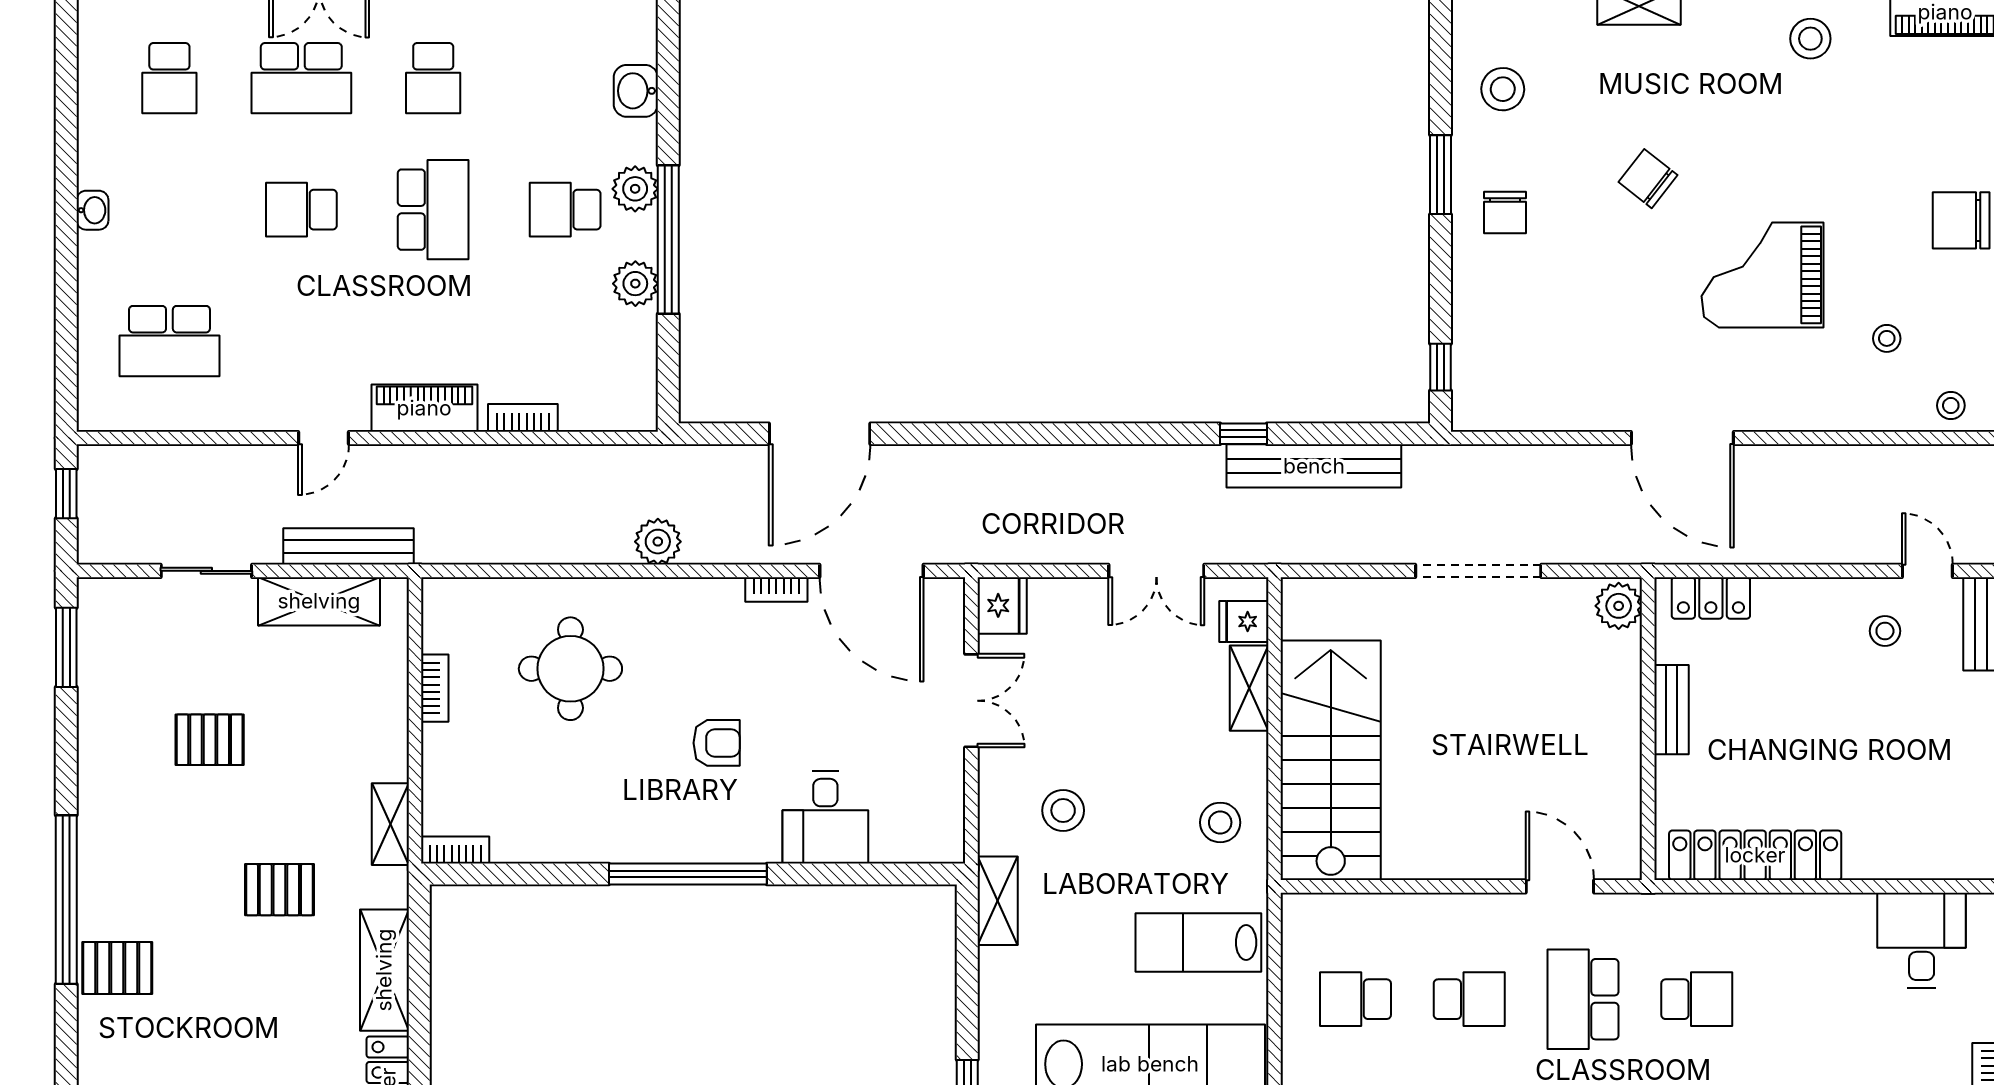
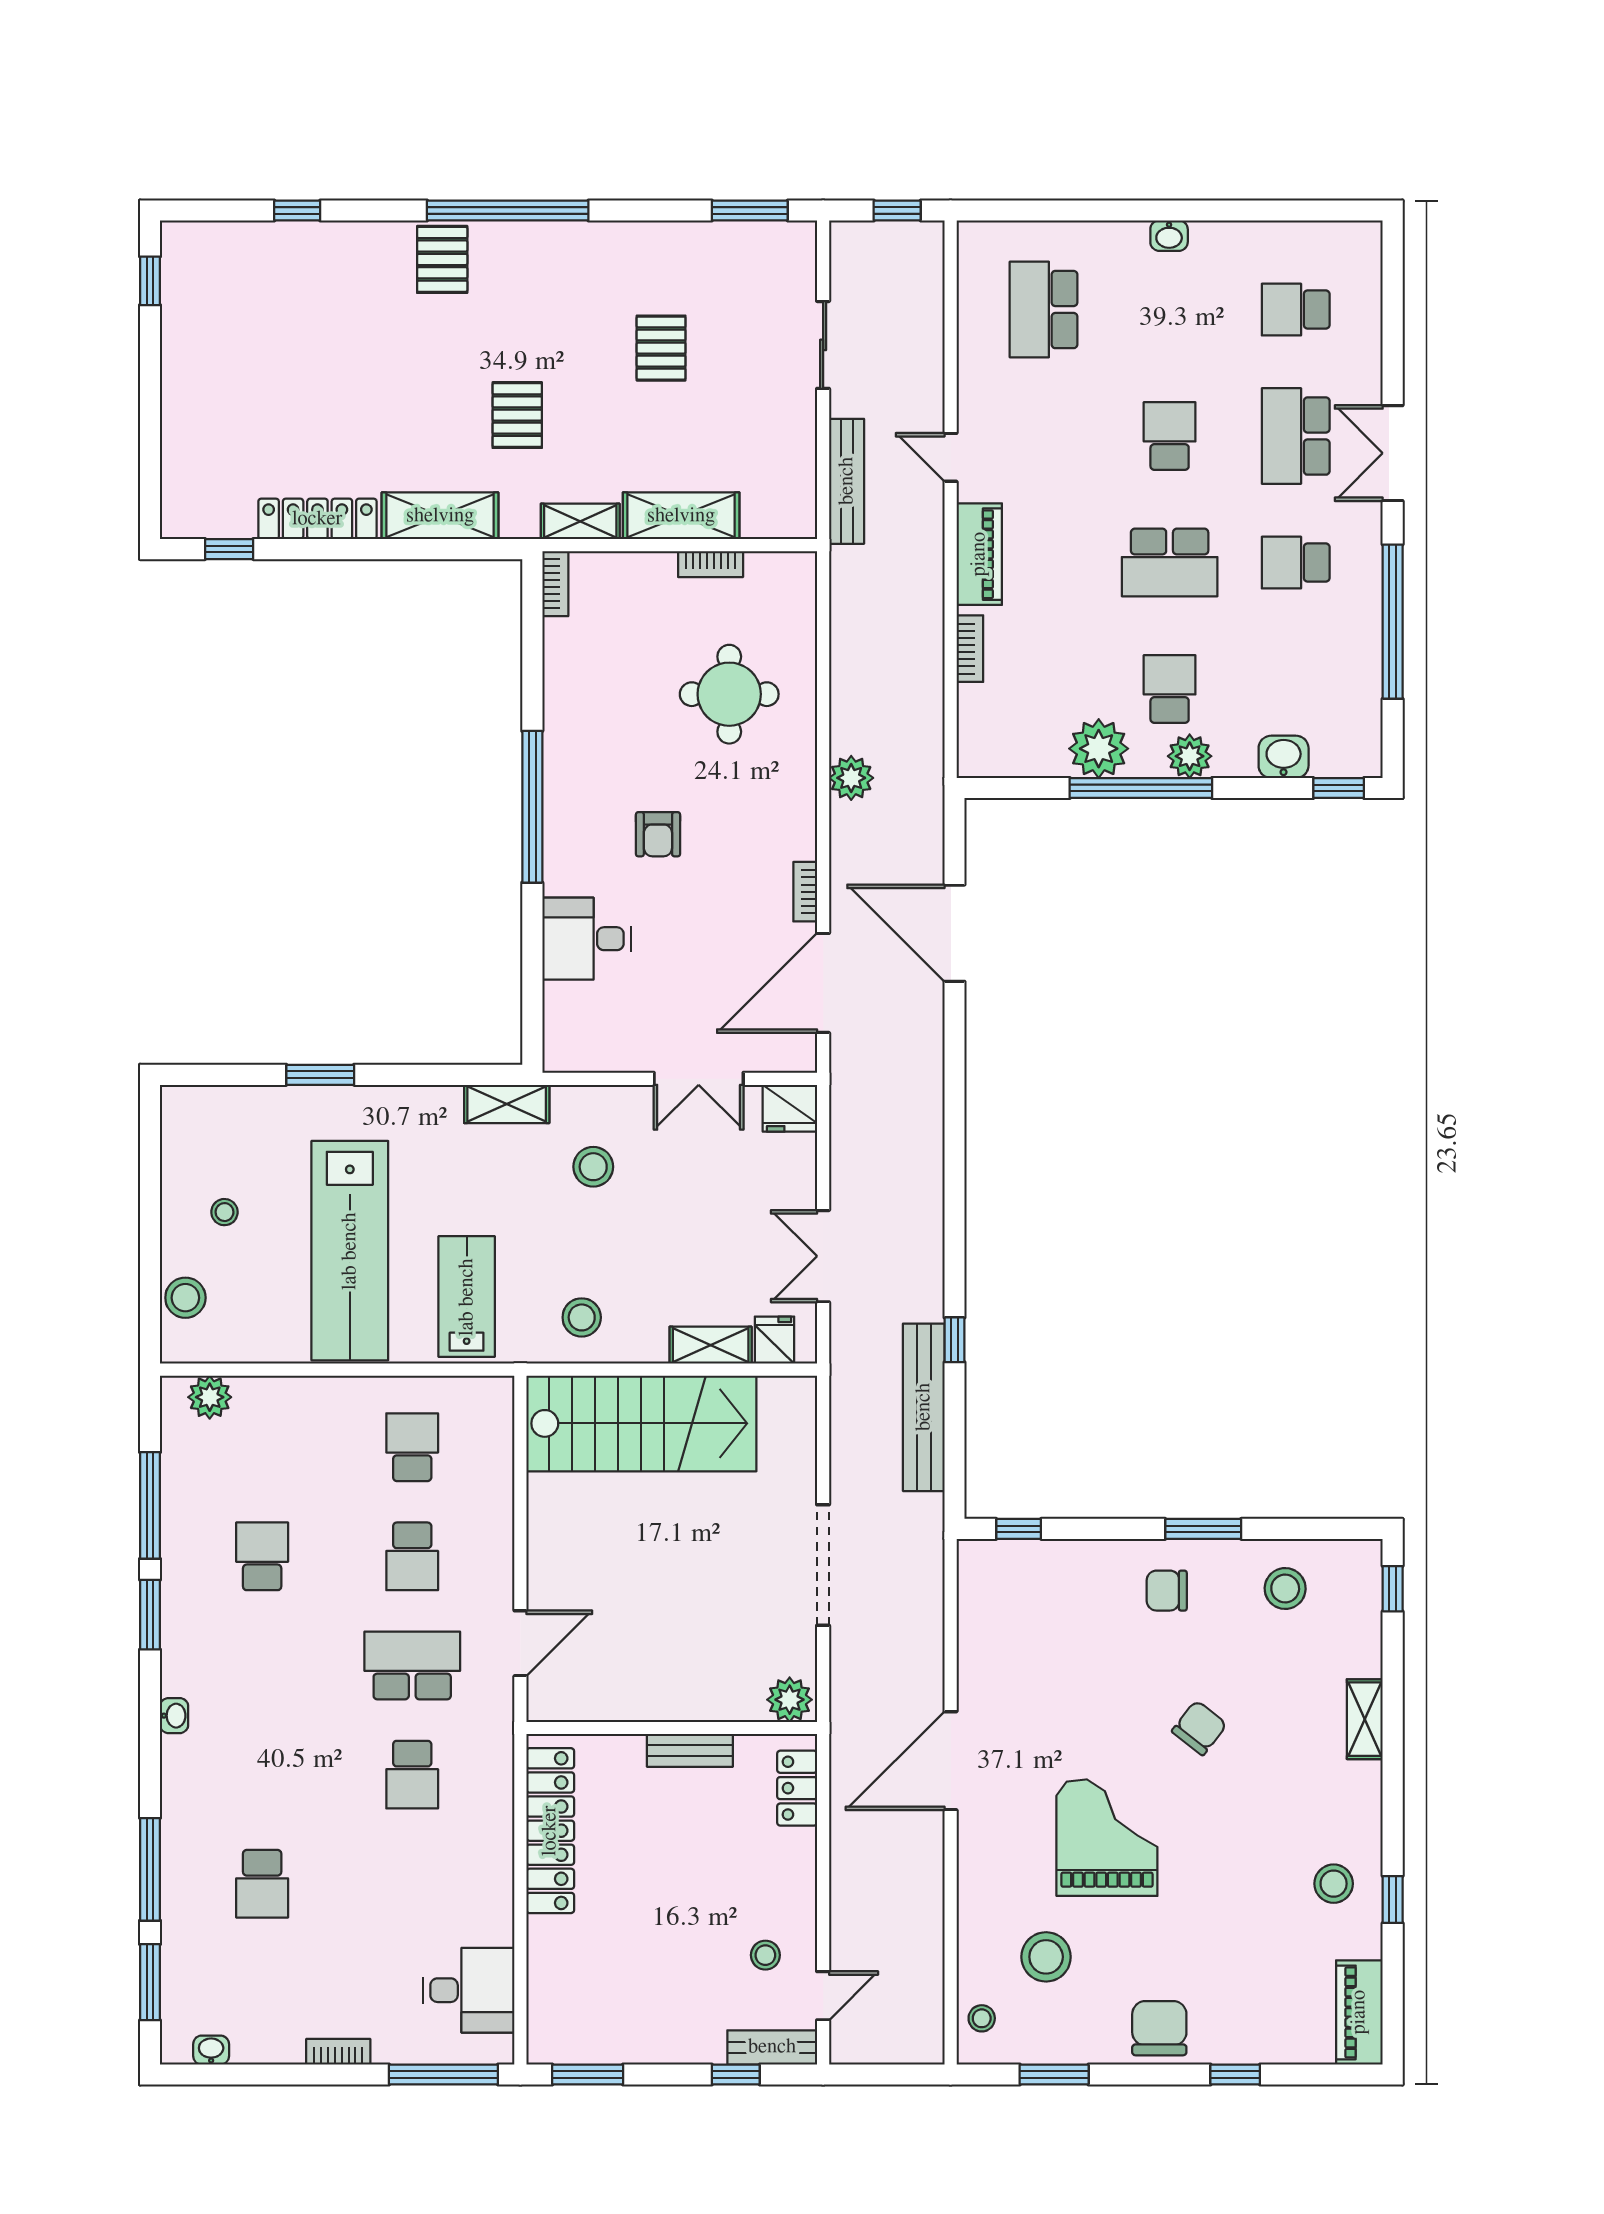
window: (668, 33) -> (1339, 788), added
plant: (635, 284) -> (1099, 749), width x1.36, depth x1.36
stool: (1887, 338) -> (1046, 1957), width x1.89, depth x1.89
shelving: (319, 601) -> (681, 516), moved, turned 90

